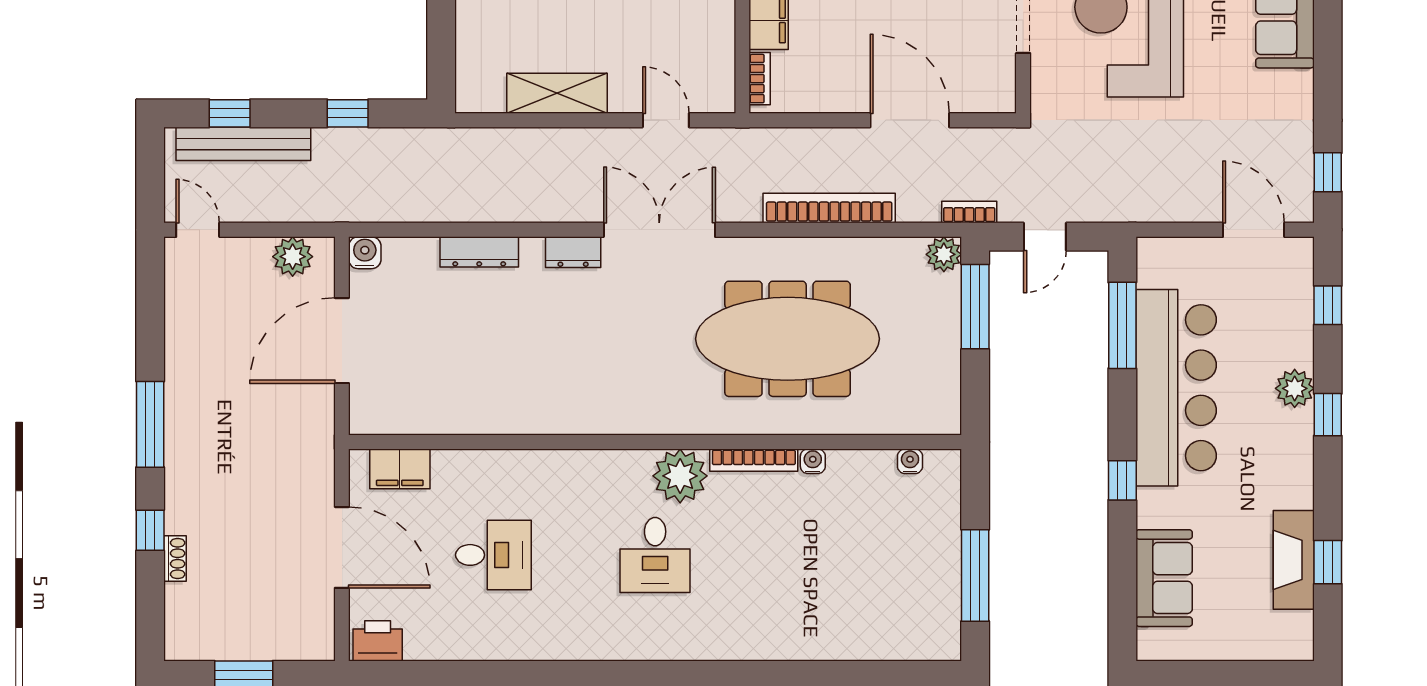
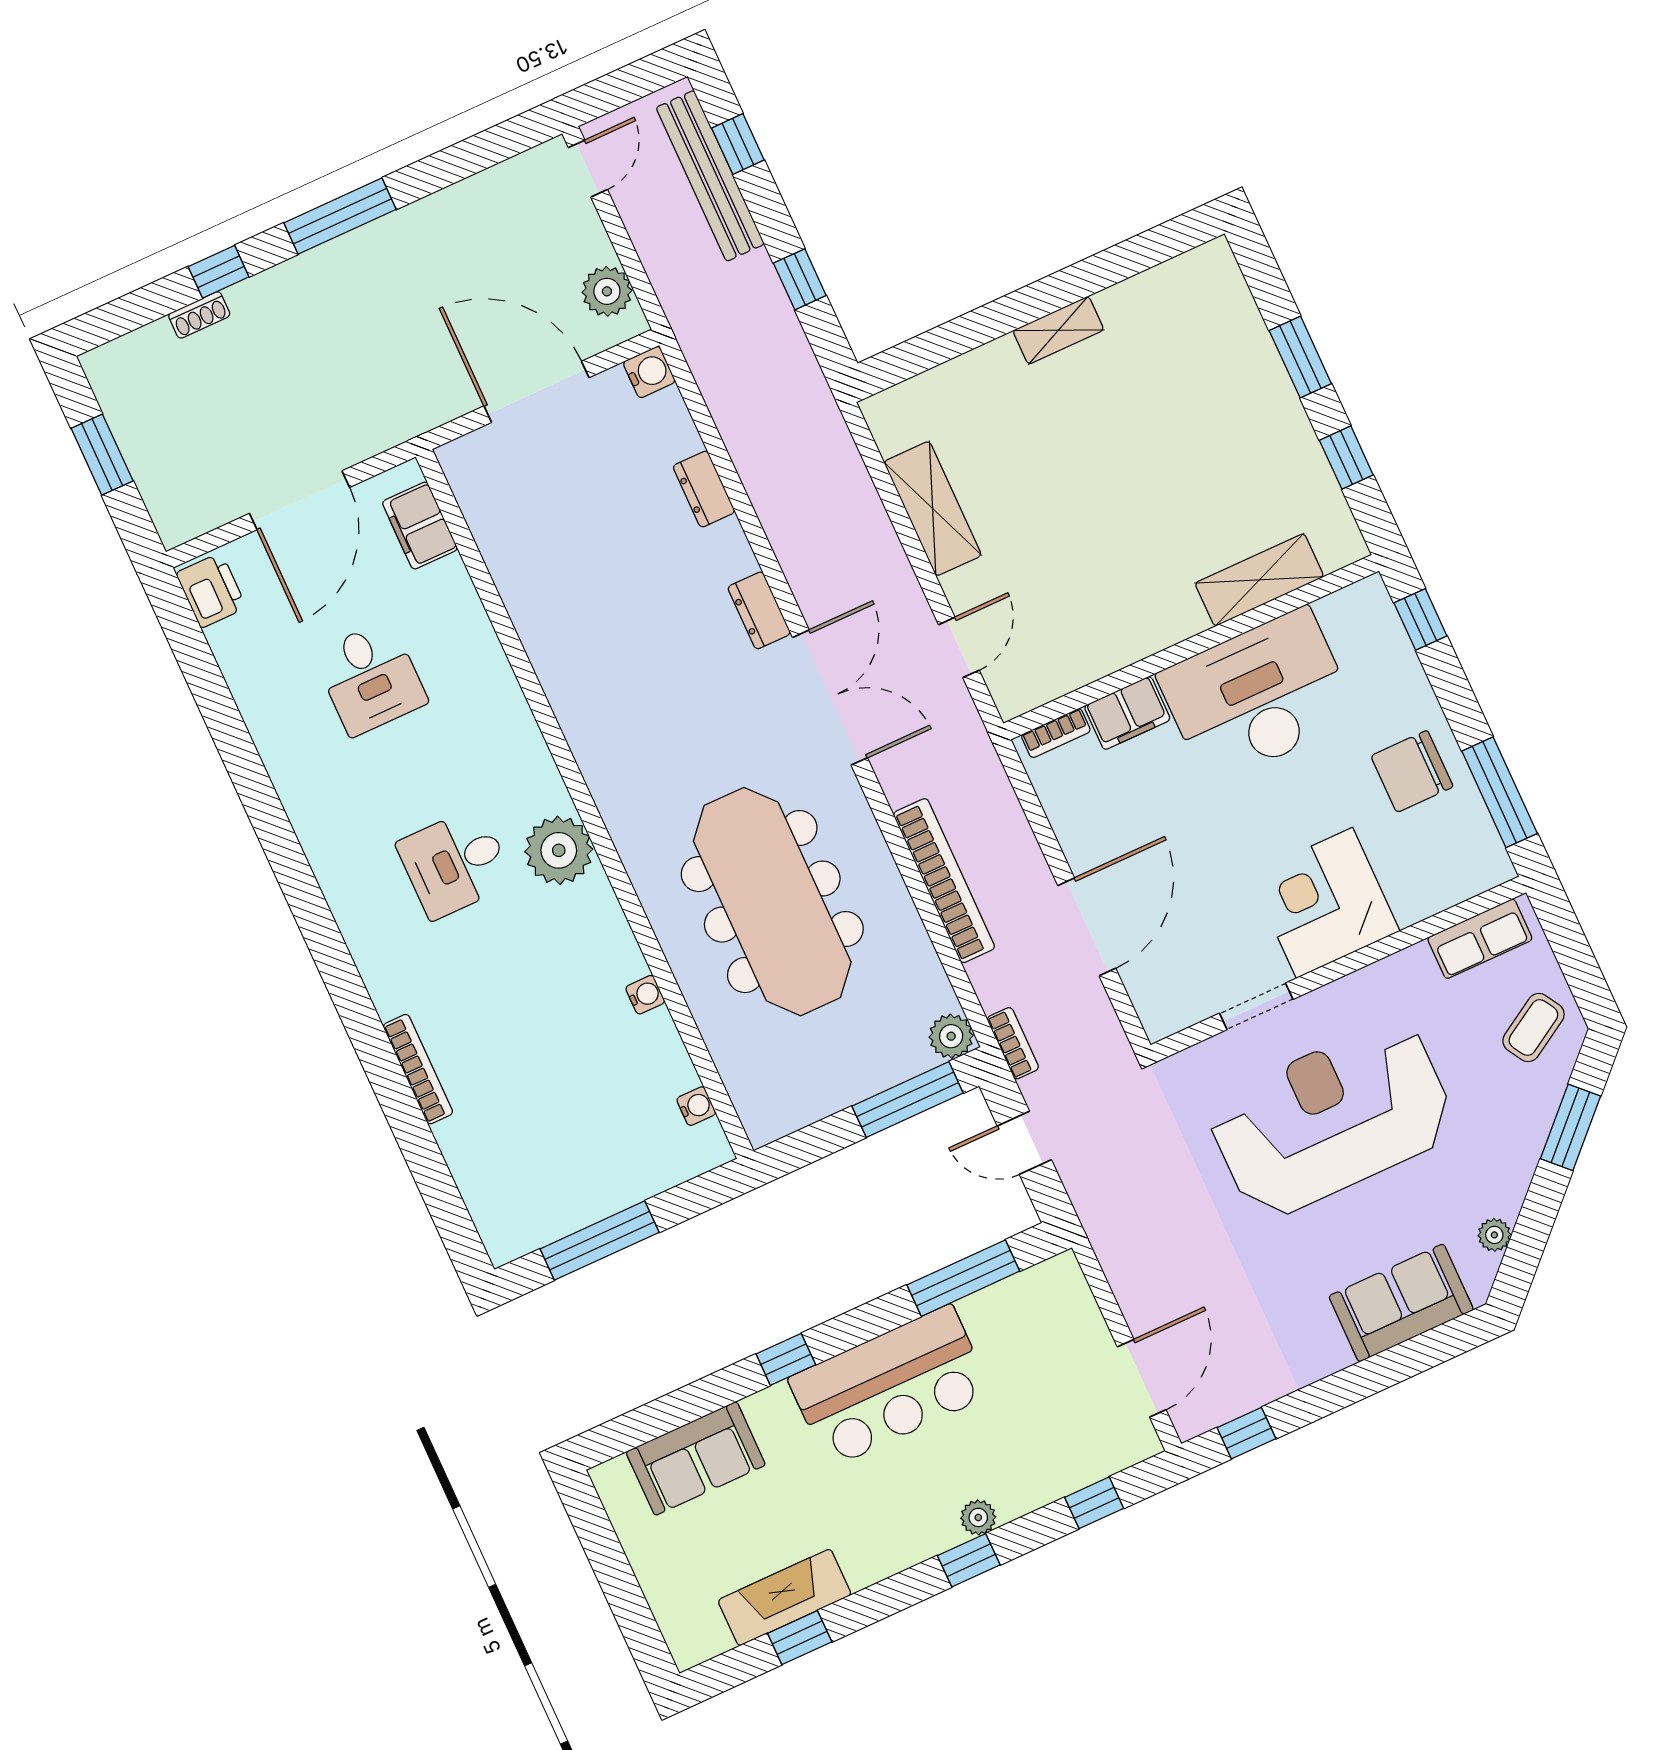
dresser: (479, 252) -> (704, 489), width x0.70
bar counter: (1176, 388) -> (890, 1386), width x0.73
plant: (1295, 388) -> (978, 1517), width x0.73, depth x0.73
bookcase: (754, 460) -> (418, 1069), moved, turned 180

